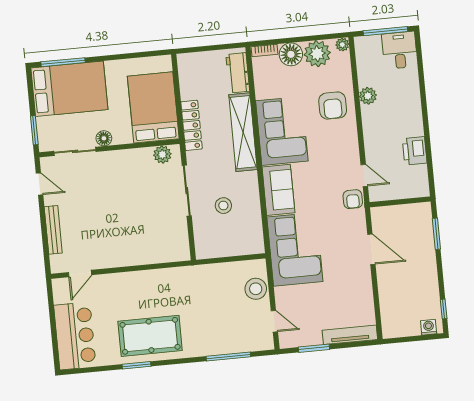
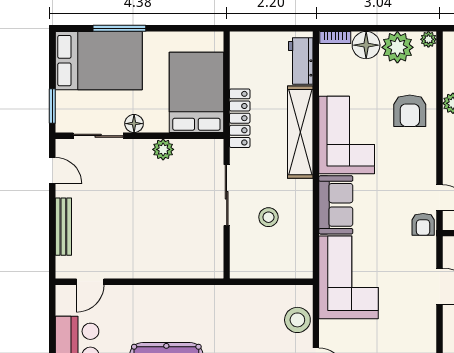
window: (63, 62) -> (119, 28), moved
plant: (162, 154) -> (163, 149), moved

